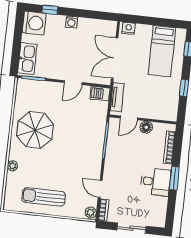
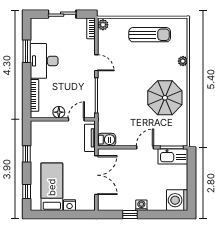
window: (50, 10) -> (130, 215), moved
nightstand: (129, 28) -> (70, 205), moved
kitchen sink: (27, 59) -> (173, 156), moved, turned -90
door: (73, 83) -> (145, 147), moved
window: (174, 178) -> (27, 51), moved
desk: (155, 182) -> (44, 61), width x1.37
door: (100, 189) -> (96, 63), moved

